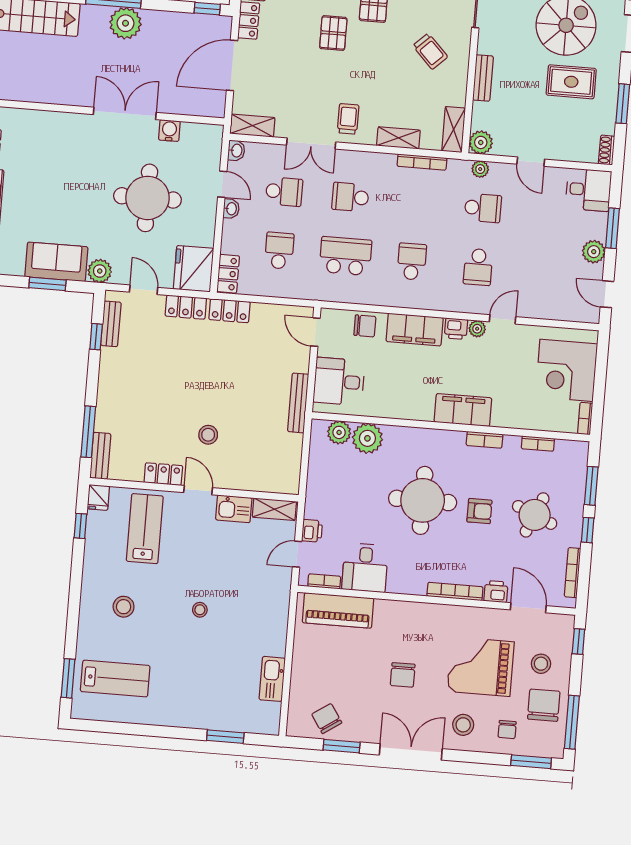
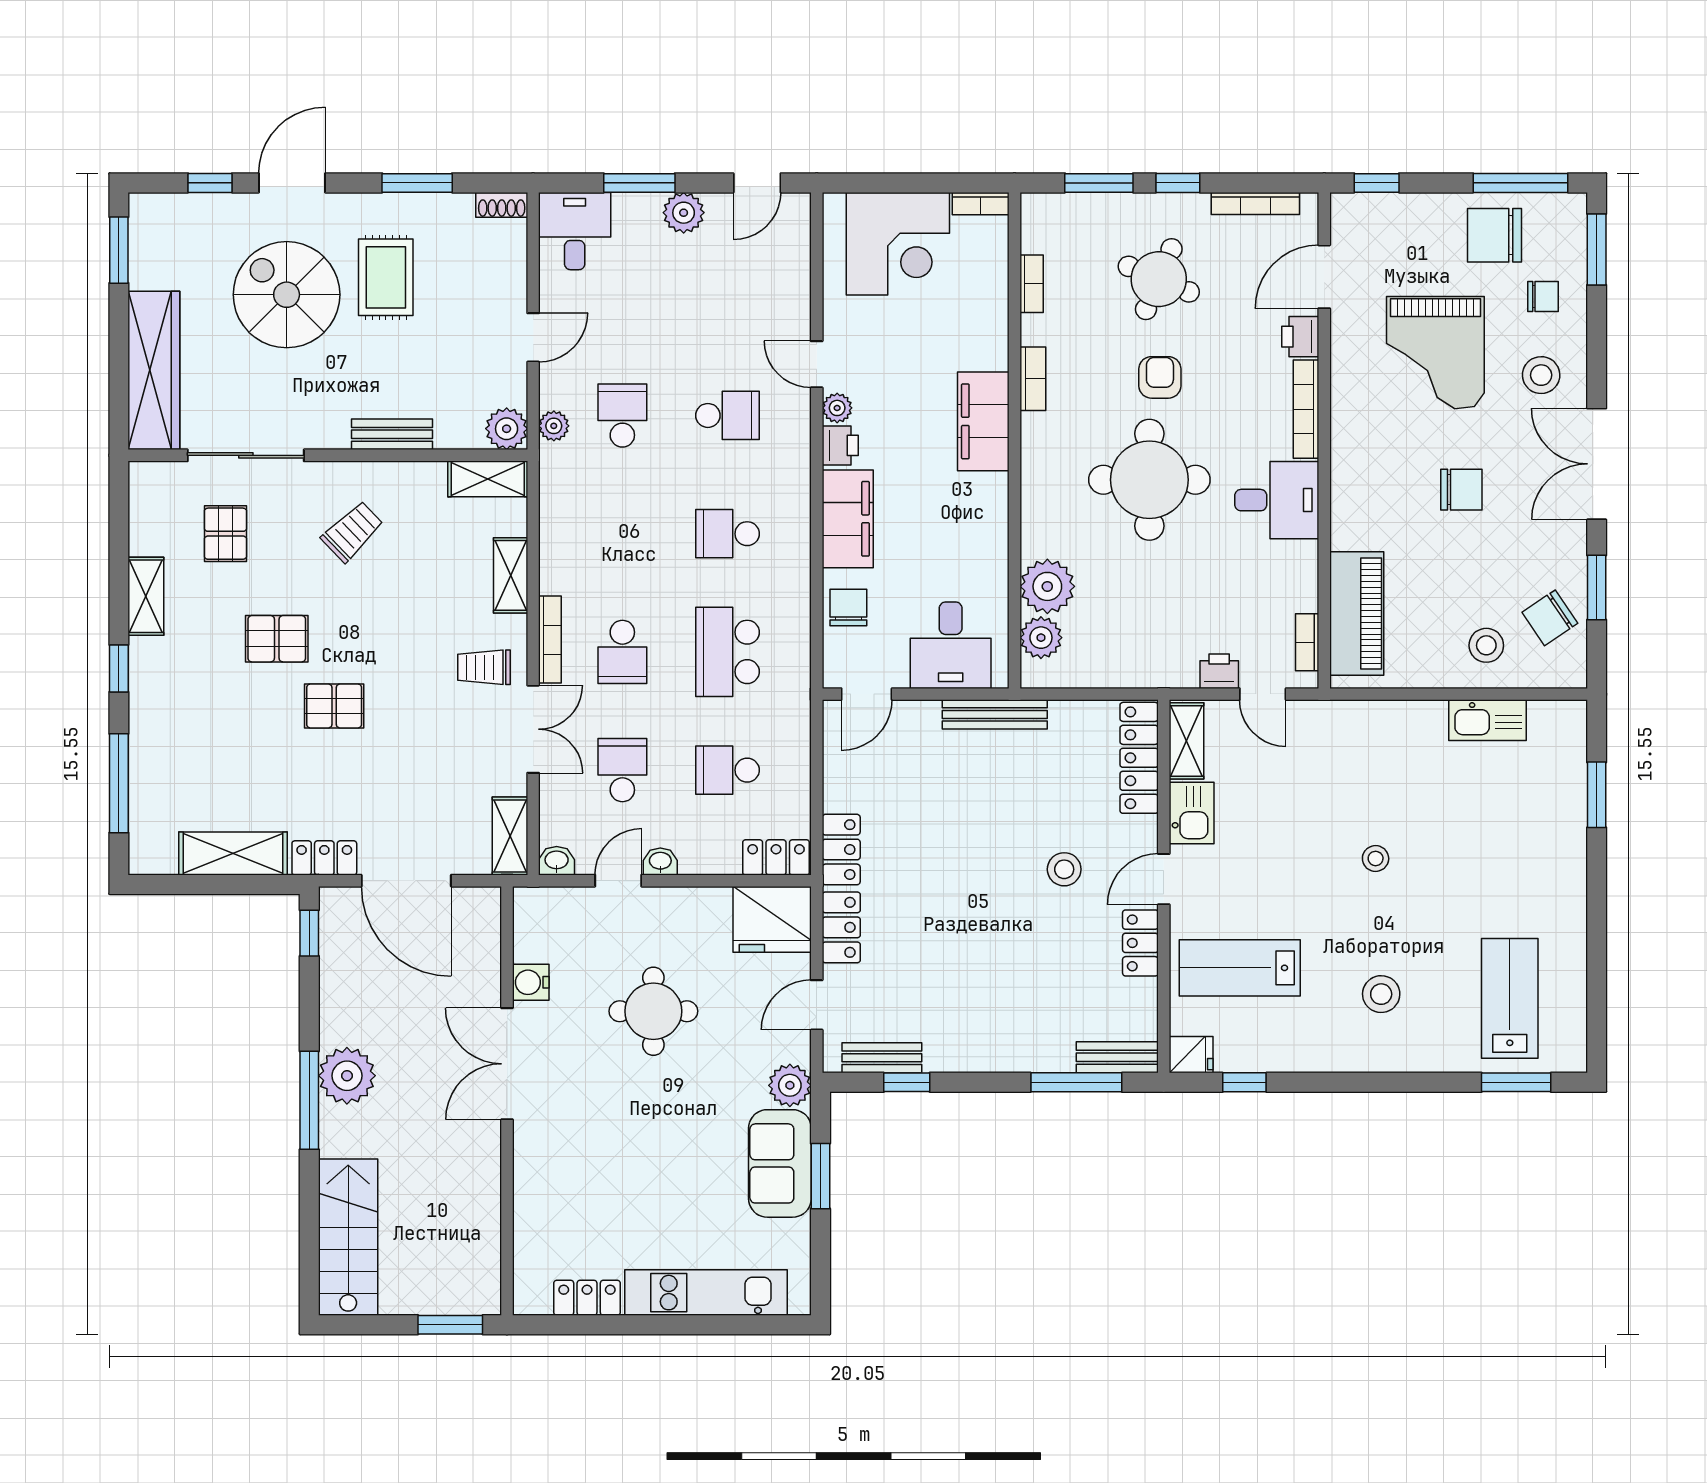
bookcase: (422, 162) -> (550, 640), moved
round table: (147, 198) -> (653, 1011), width x0.73, depth x0.73
locker: (267, 482) -> (1139, 758), added
desk: (365, 568) -> (1277, 500), moved
stool: (541, 664) -> (1486, 645), moved

